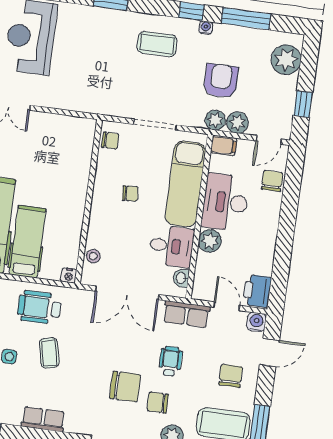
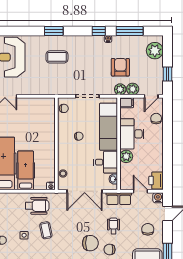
coffee table: (157, 44) -> (57, 57), moved
wheelchair: (39, 307) -> (37, 206), turned 180

